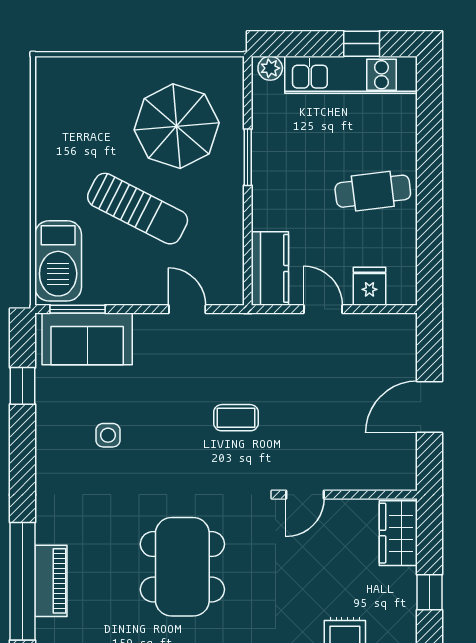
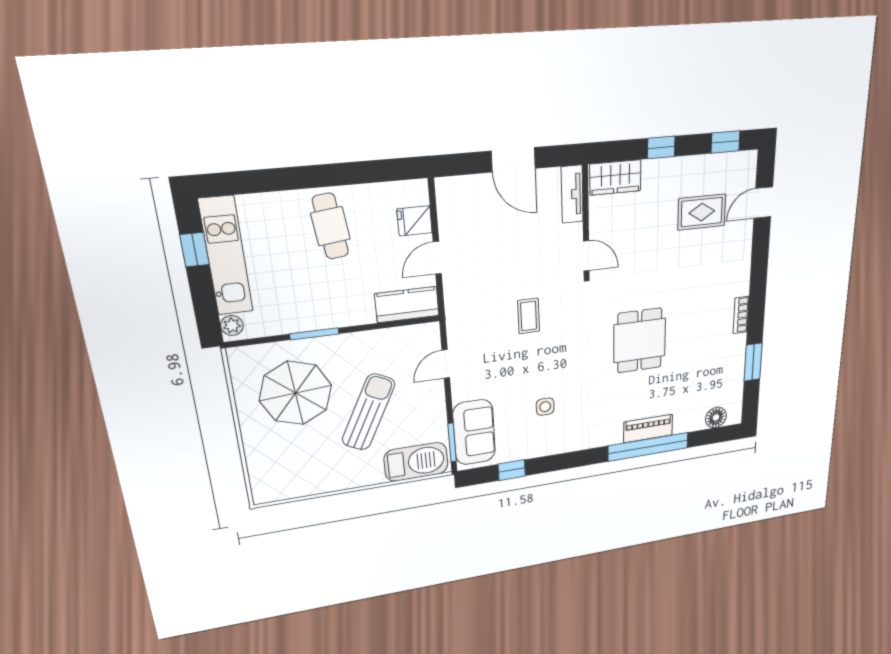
tv unit: (383, 478) -> (572, 194), added
dining table: (182, 567) -> (640, 341), width x0.73

